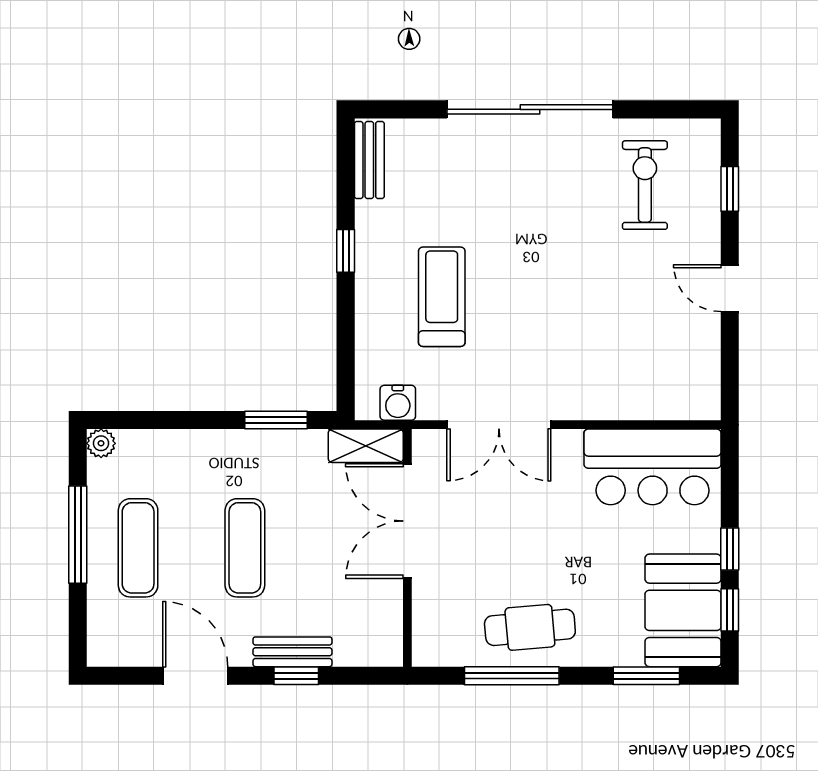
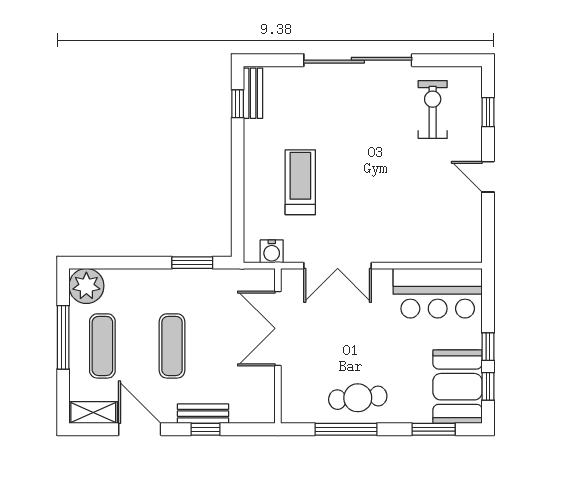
window: (346, 251) -> (238, 104), moved
plant: (101, 443) -> (86, 286), width x1.88, depth x1.88
shelving: (366, 446) -> (93, 413), moved

